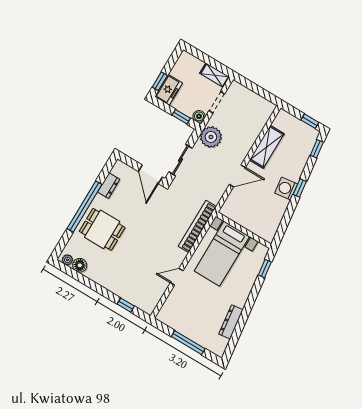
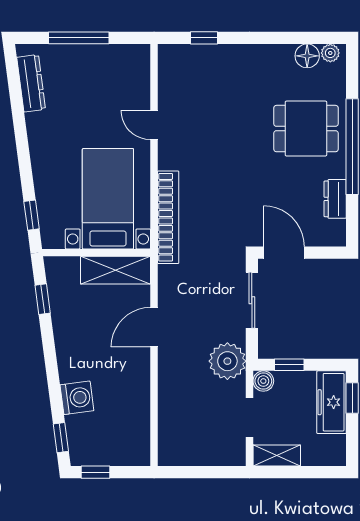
freezer: (169, 90) -> (332, 402), width x1.40
shelving: (267, 147) -> (116, 270), moved, turned 90
window: (300, 188) -> (43, 299), moved
washing machine: (286, 189) -> (77, 398), moved
door: (177, 277) -> (154, 125), swing flipped
dresser: (231, 322) -> (31, 83), moved

